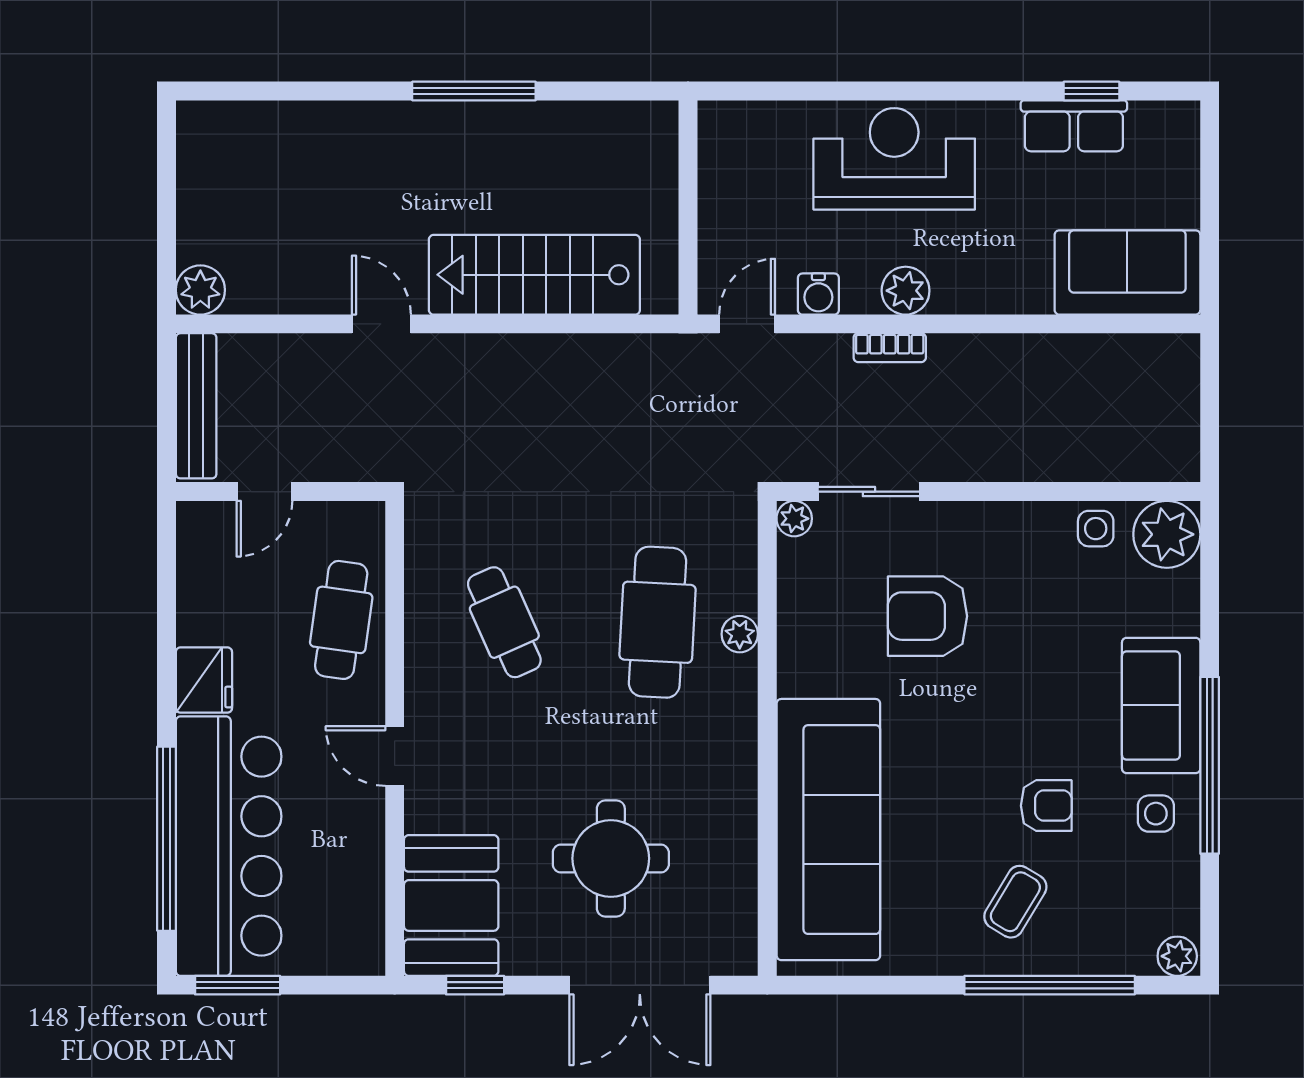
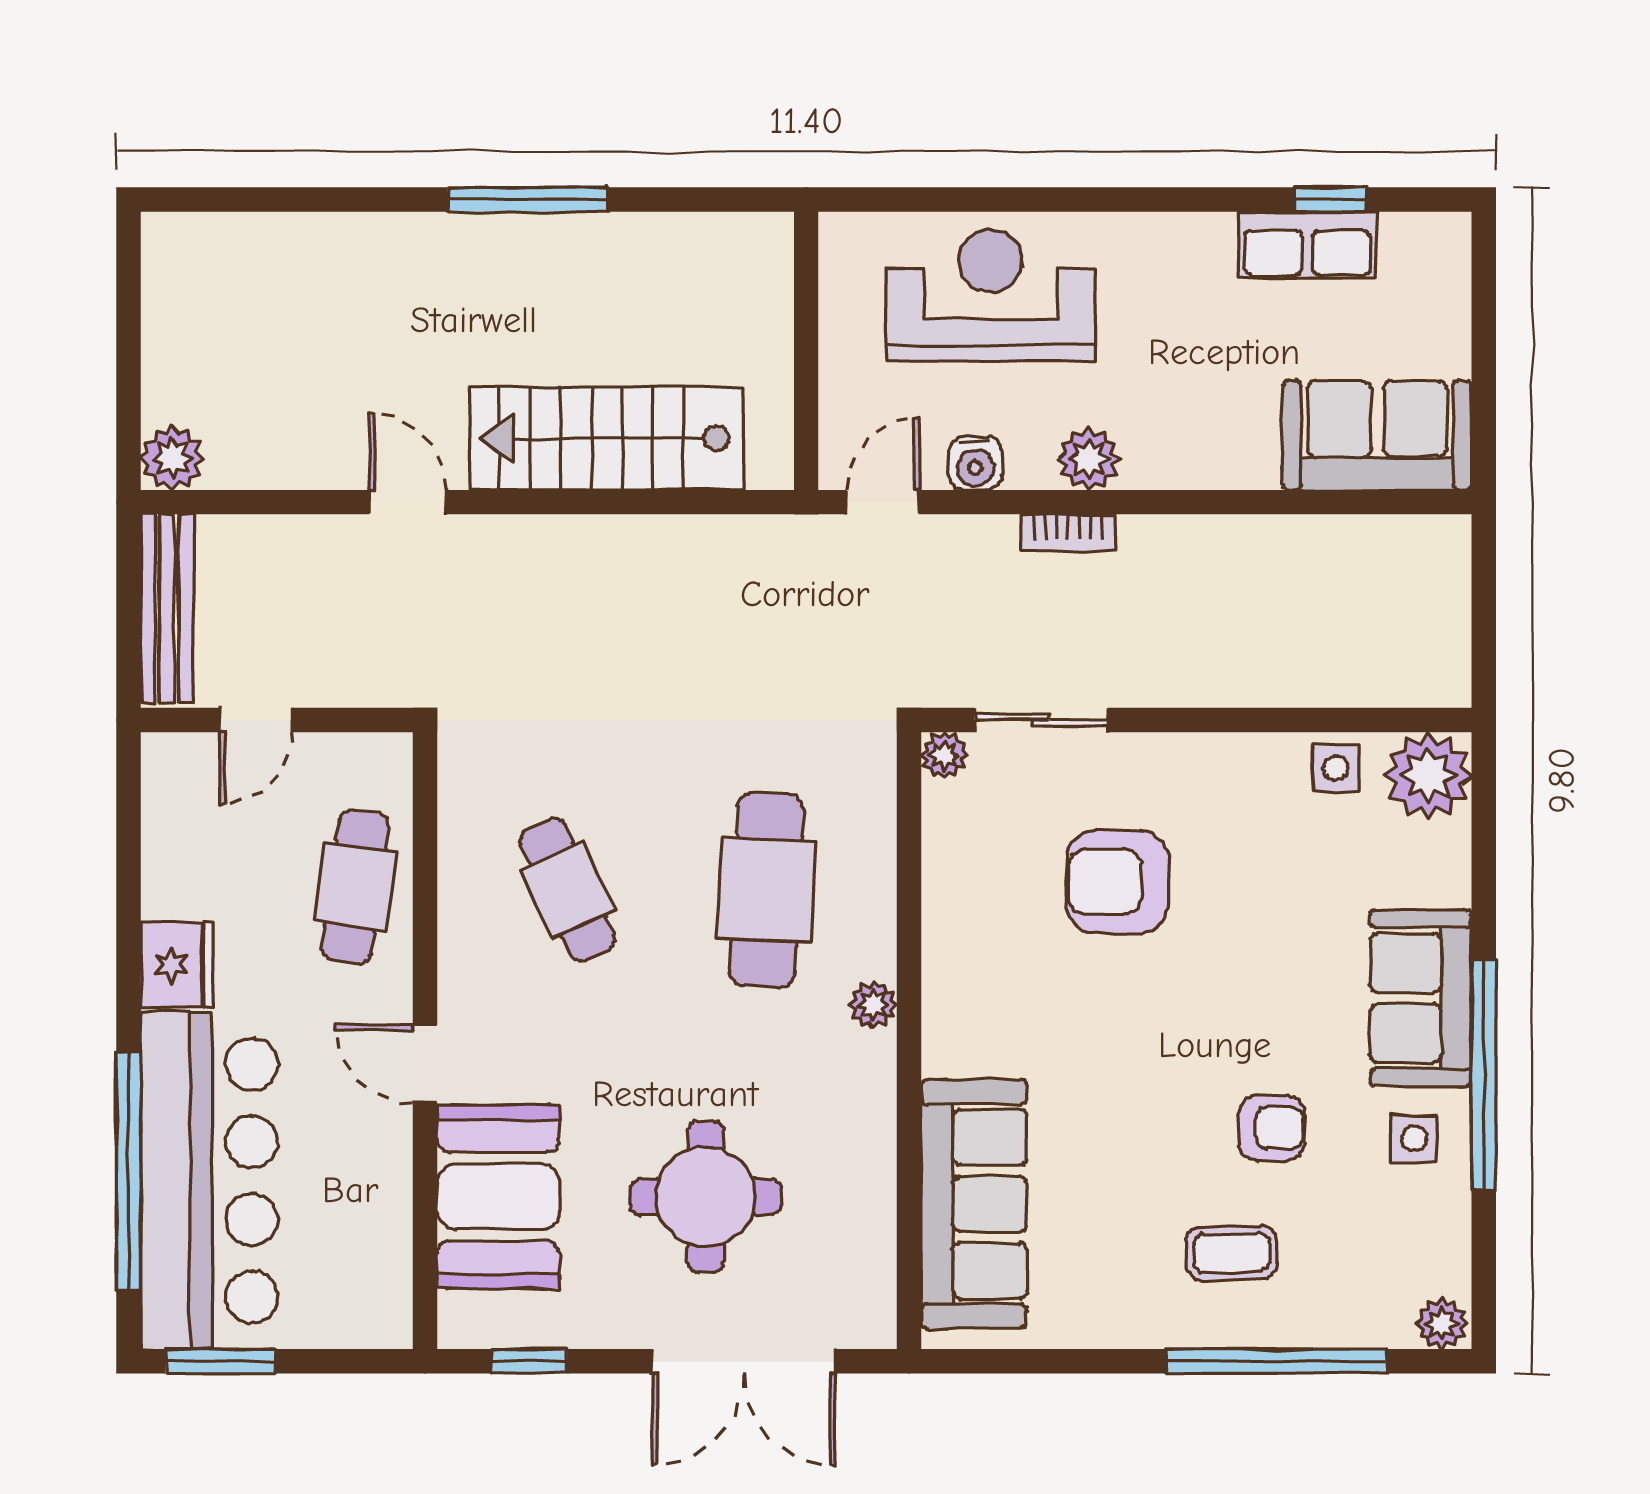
reception desk: (894, 159) -> (991, 295), moved
plant: (740, 634) -> (873, 1005), moved
sofa: (828, 830) -> (974, 1204), width x0.74, depth x0.79
coffee table: (1015, 902) -> (1231, 1253), turned 57
booth: (451, 905) -> (498, 1197), moved

